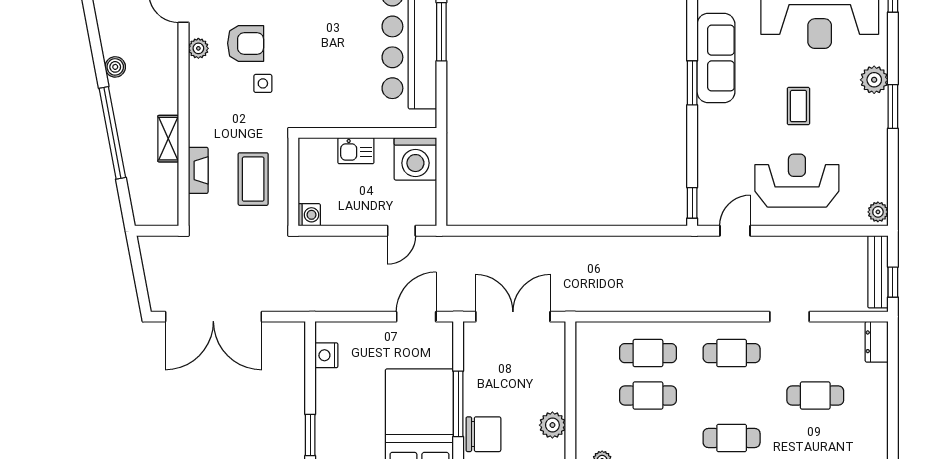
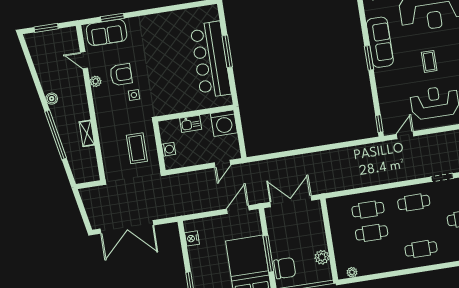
fireplace: (198, 170) -> (106, 148), removed
washing machine: (309, 215) -> (168, 149), moved

